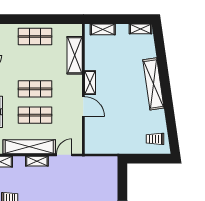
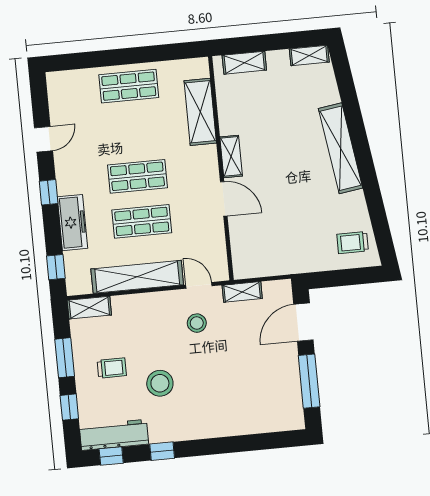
door: (64, 155) -> (199, 285), hinge flipped
shelving: (37, 161) -> (242, 292), moved
stool: (61, 177) -> (197, 323), added
door: (122, 182) -> (303, 322), added

